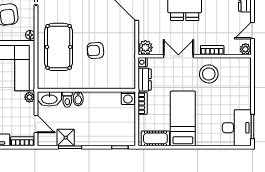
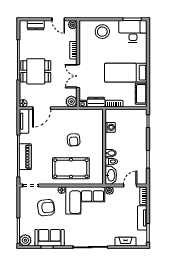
stool: (209, 74) -> (102, 32), moved
washing machine: (128, 98) -> (110, 127), moved
shower: (66, 138) -> (140, 163), removed

